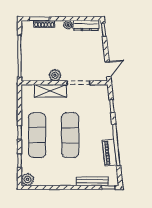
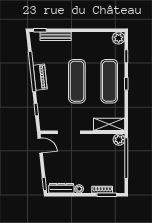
door: (108, 69) -> (40, 146), swing flipped
plant: (55, 75) -> (119, 140), moved
shelving: (51, 91) -> (109, 124), moved
piano: (109, 153) -> (40, 77), moved

